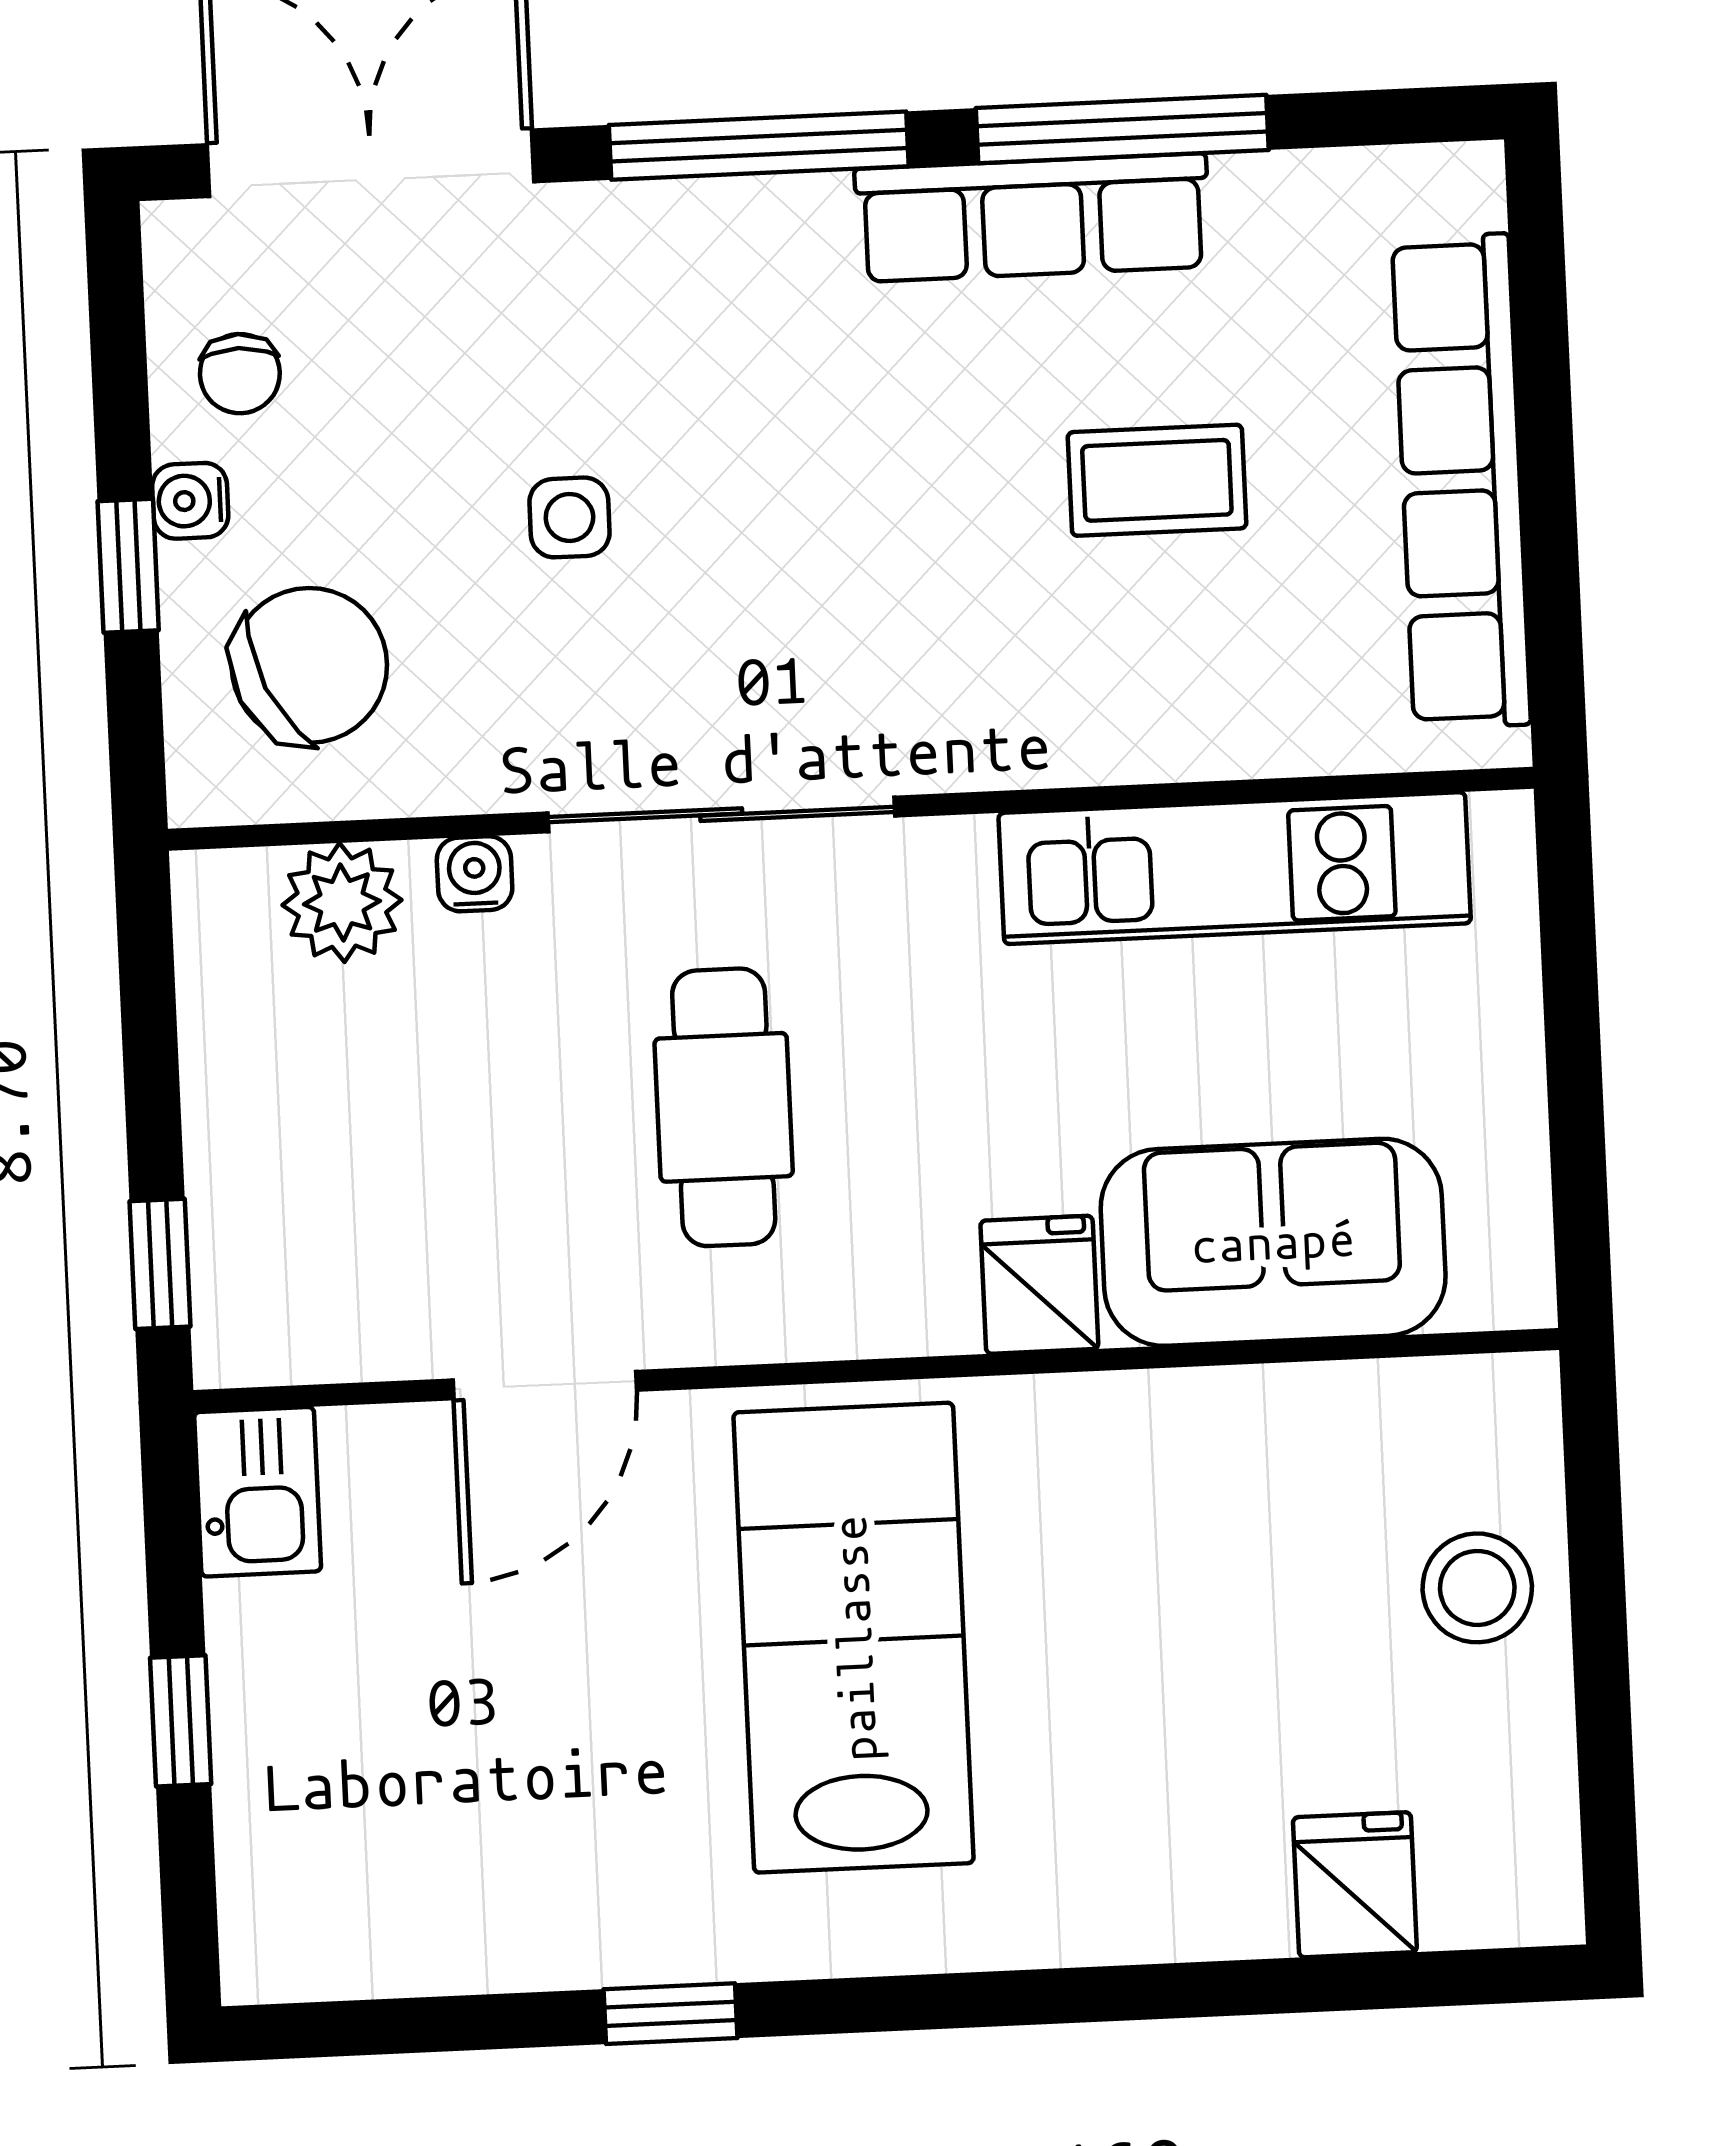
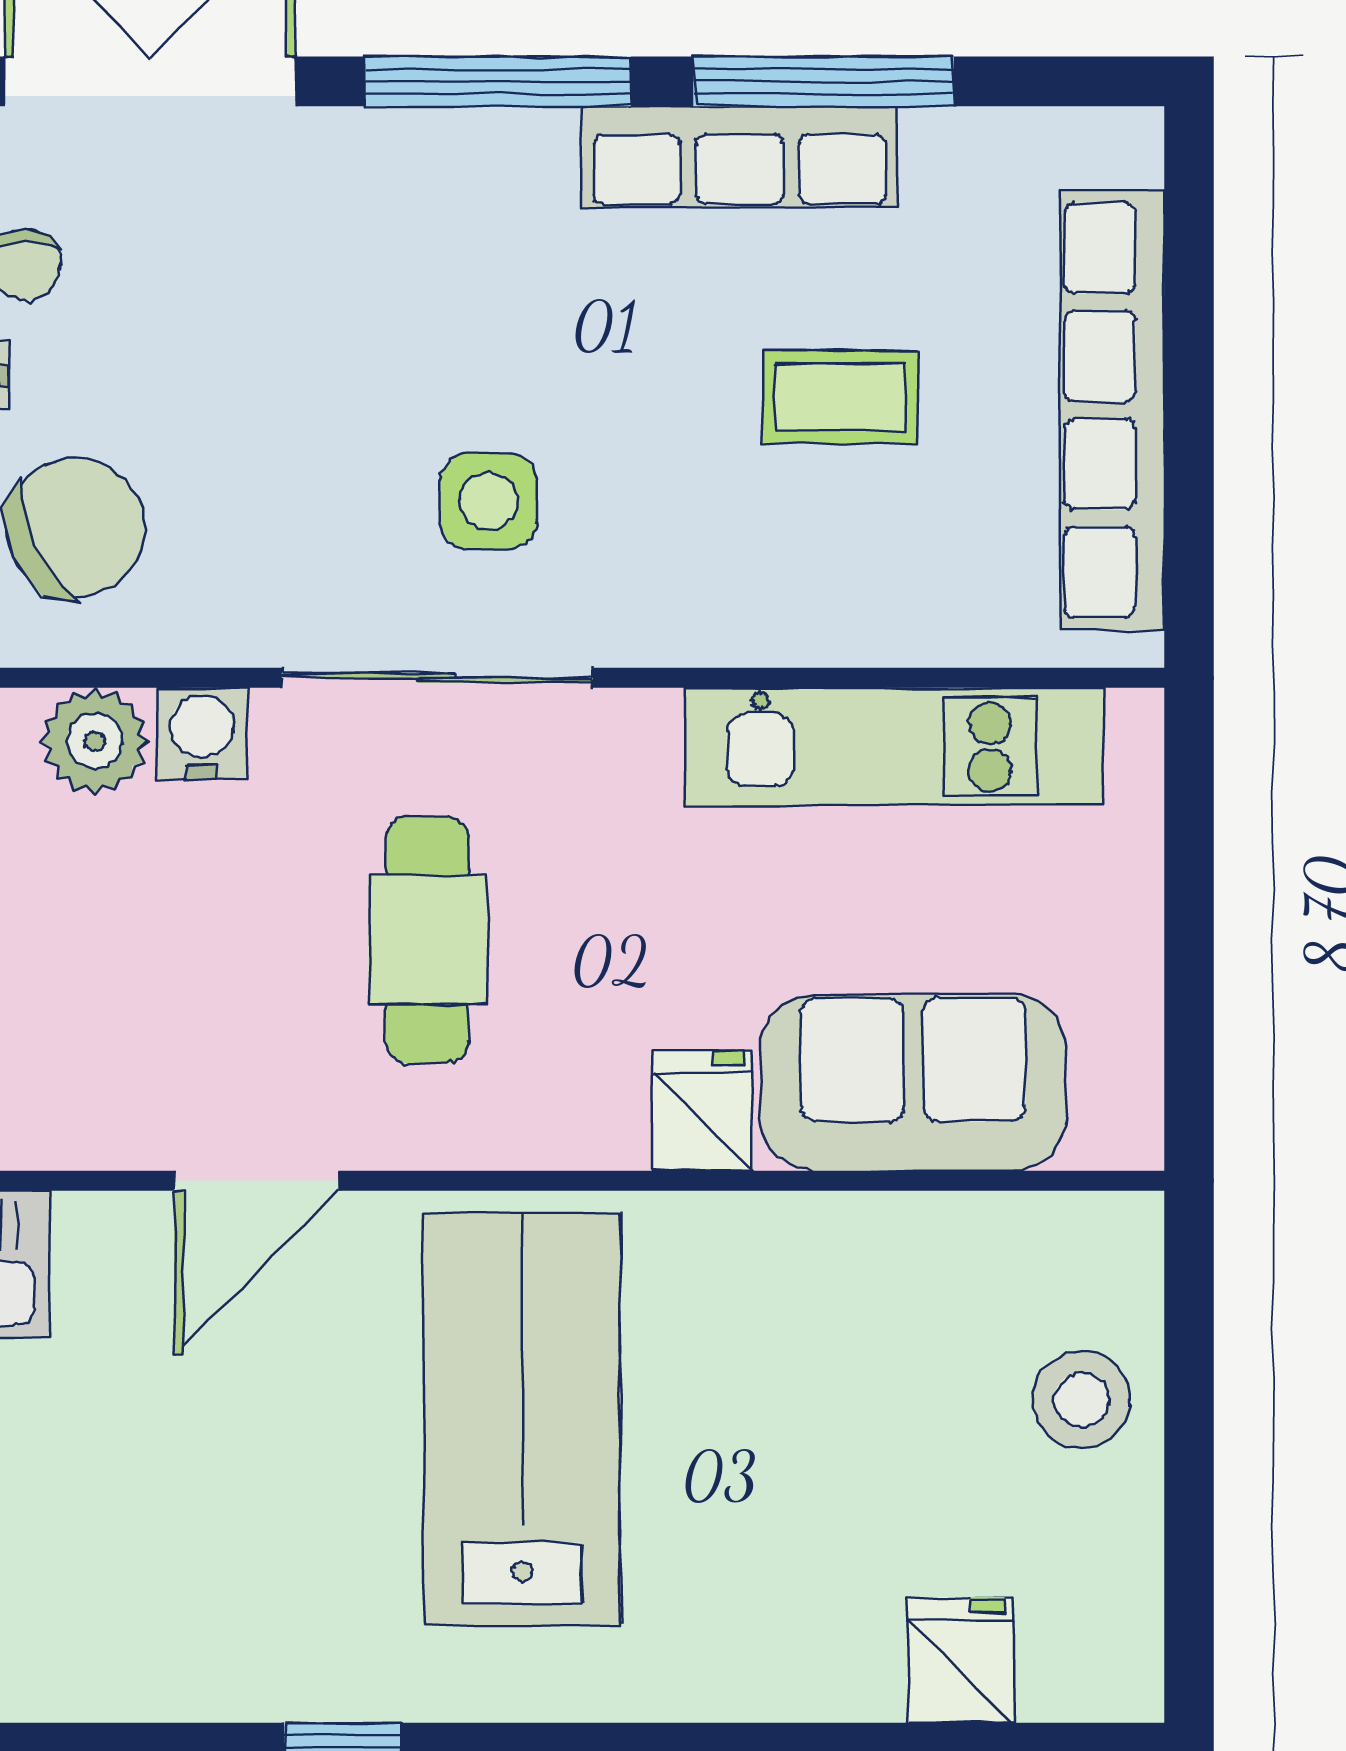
side table: (569, 517) -> (488, 501), moved, width x1.37, depth x1.37
water cooler: (475, 874) -> (202, 733), width x1.38, depth x1.38

